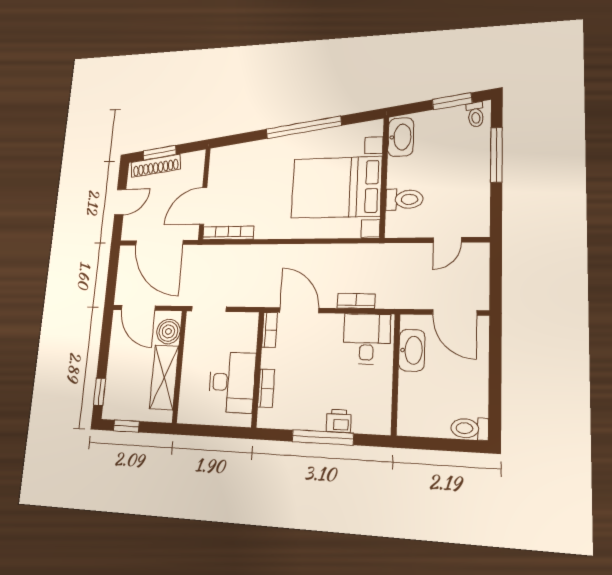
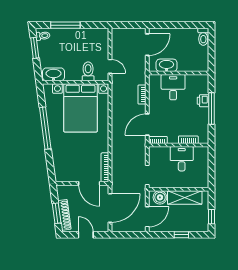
door: (447, 240) -> (110, 66), moved
desk: (367, 339) -> (173, 87), moved, turned 90
desk: (232, 382) -> (182, 159), width x0.73
window: (100, 392) -> (181, 235), moved

